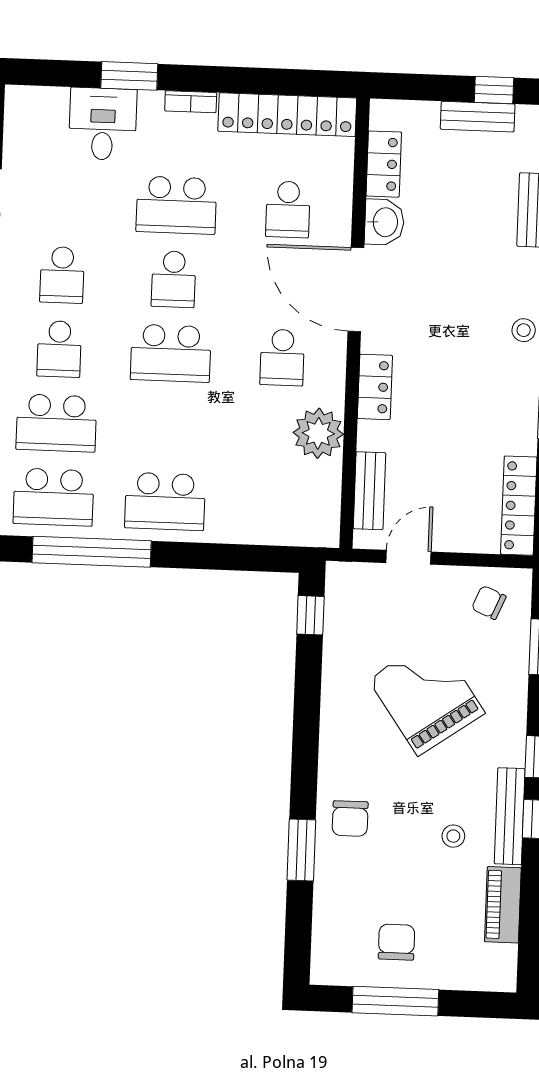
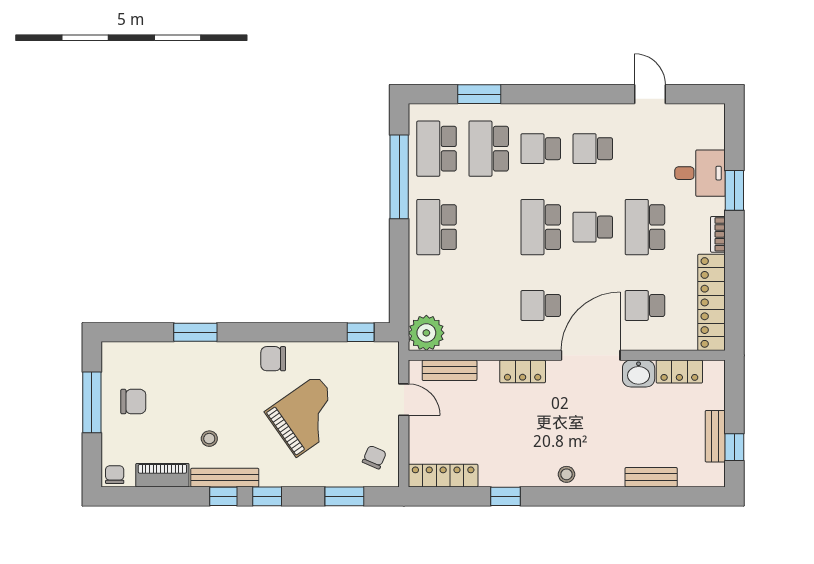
plant: (318, 433) -> (426, 333), moved
chair: (350, 819) -> (273, 359), moved
chair: (499, 973) -> (115, 475), added

